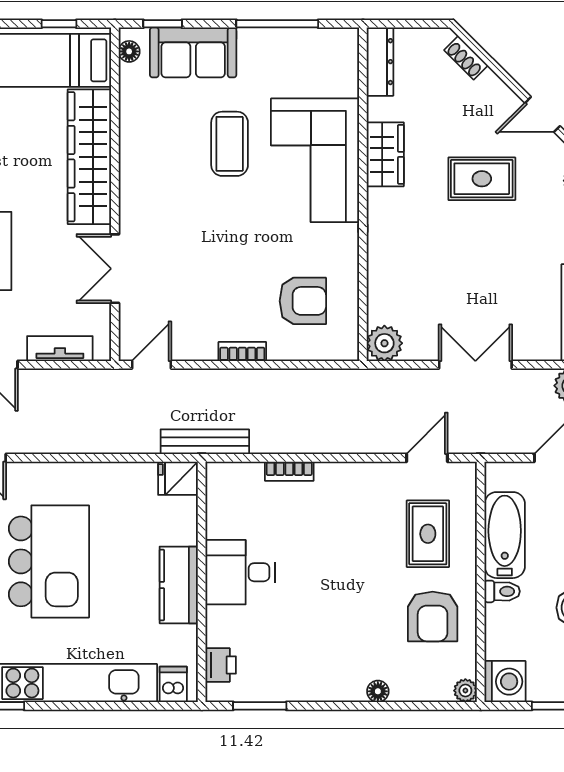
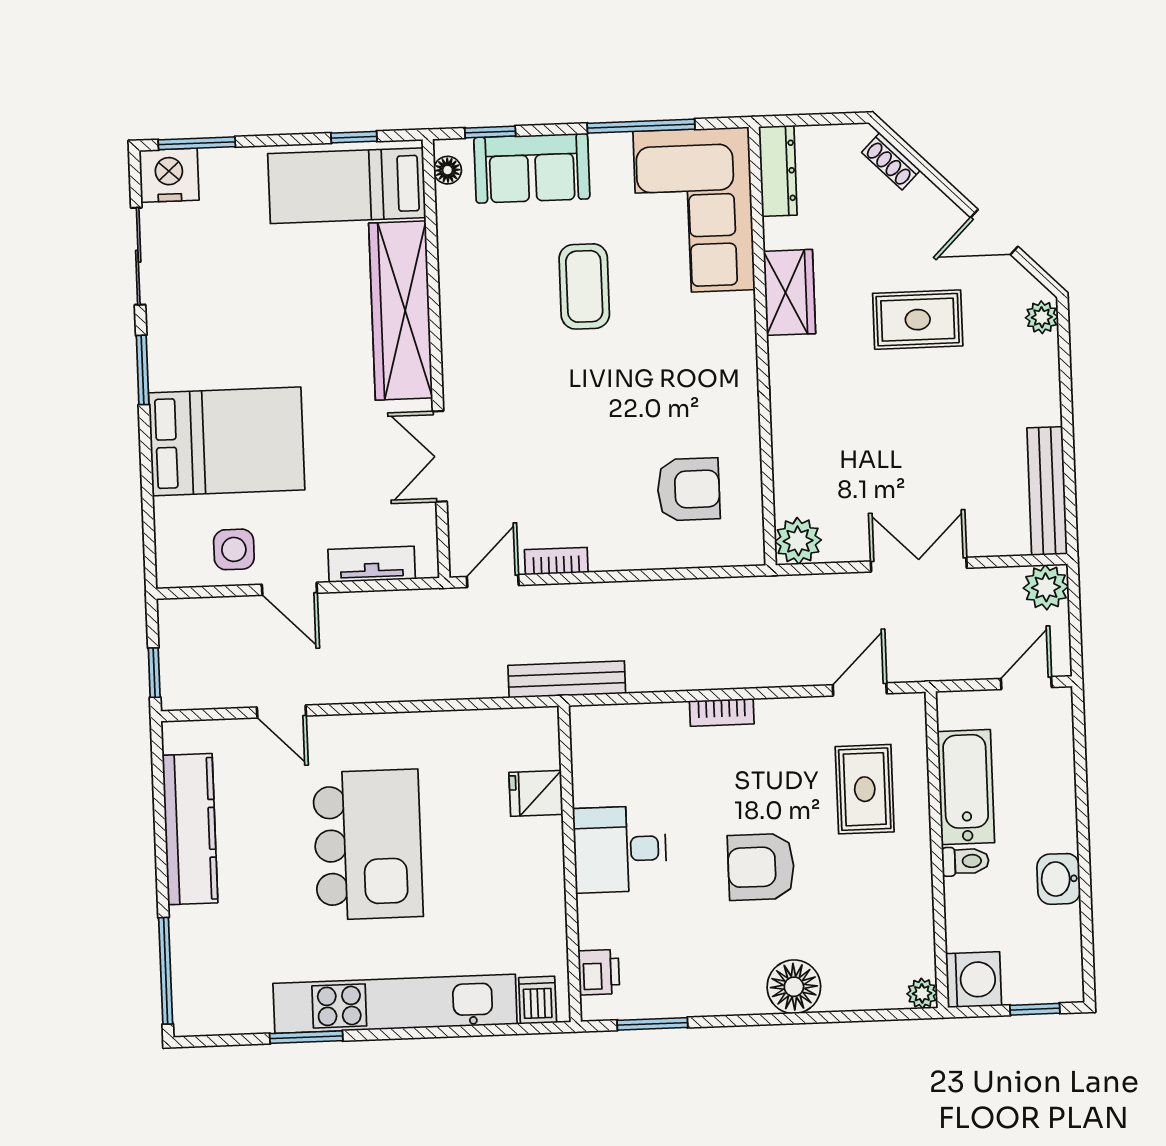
corner sofa: (315, 160) -> (694, 210), moved
bookcase: (242, 351) -> (556, 561), moved
bookcase: (289, 471) -> (722, 712), moved
fridge: (178, 478) -> (536, 793), moved
kitchen counter: (179, 585) -> (540, 869), removed
armchair: (433, 616) -> (761, 867), moved, turned 90
floor lamp: (378, 691) -> (794, 987), width x1.89, depth x1.89

